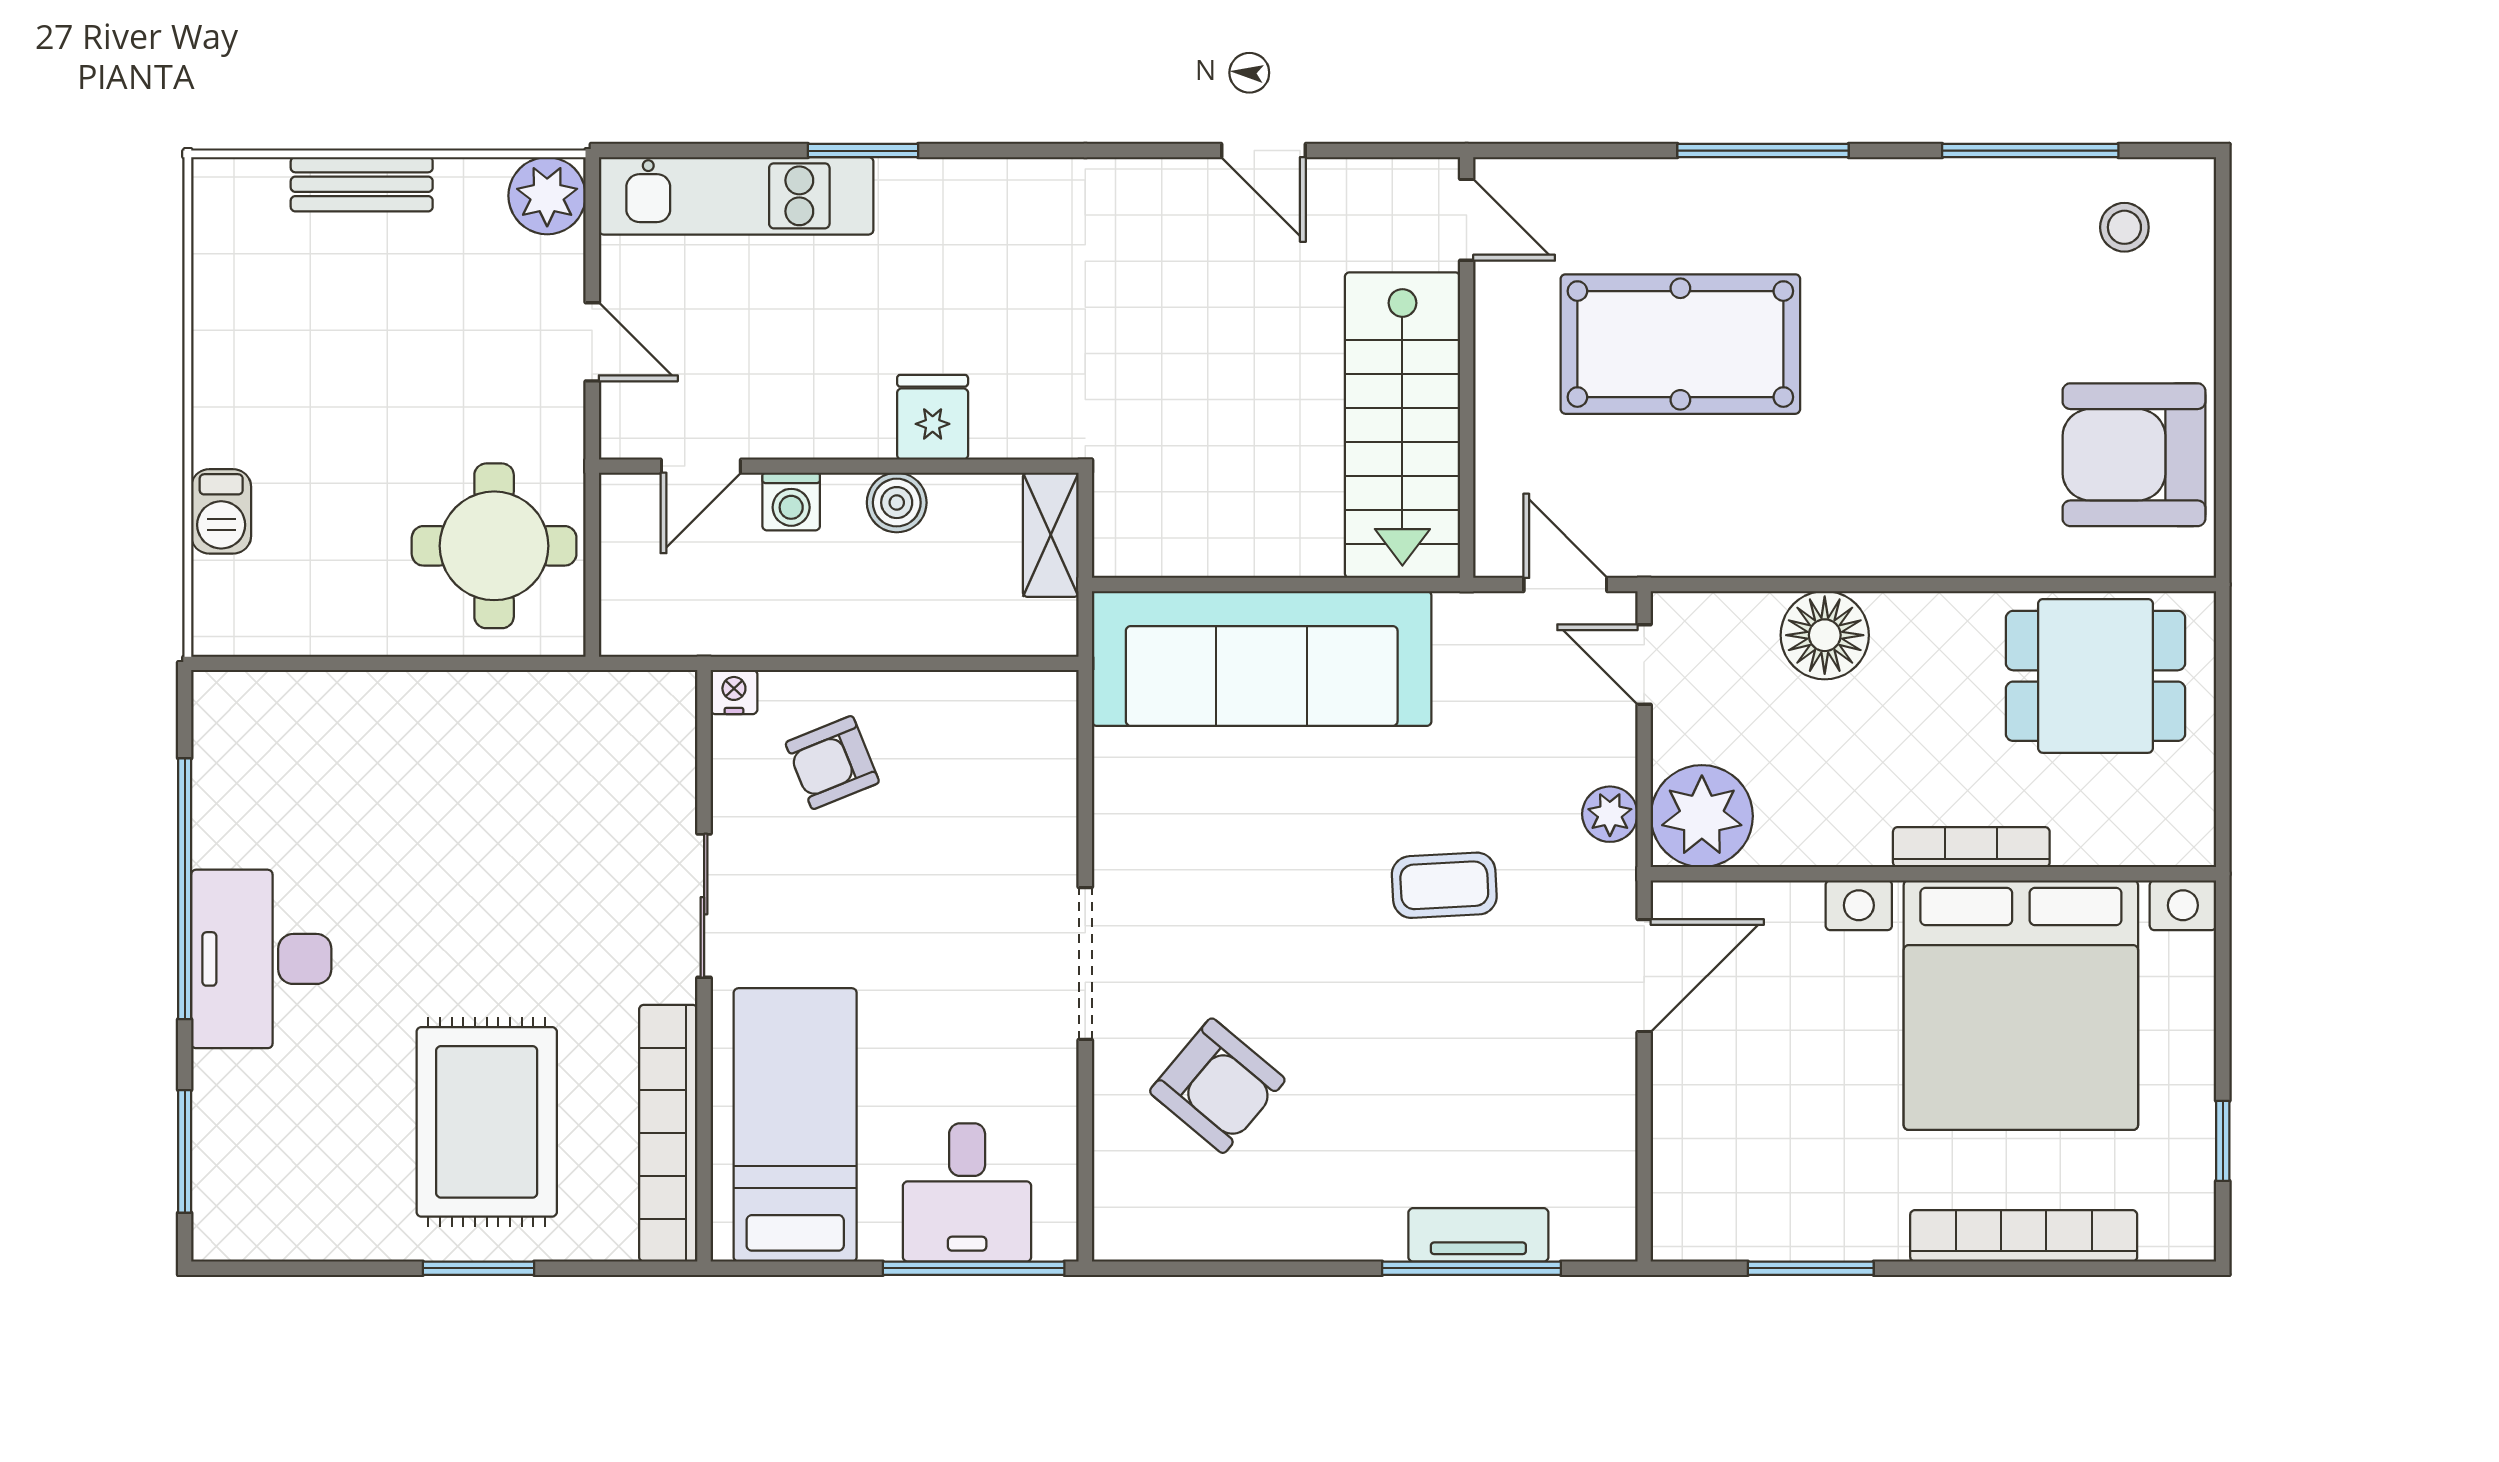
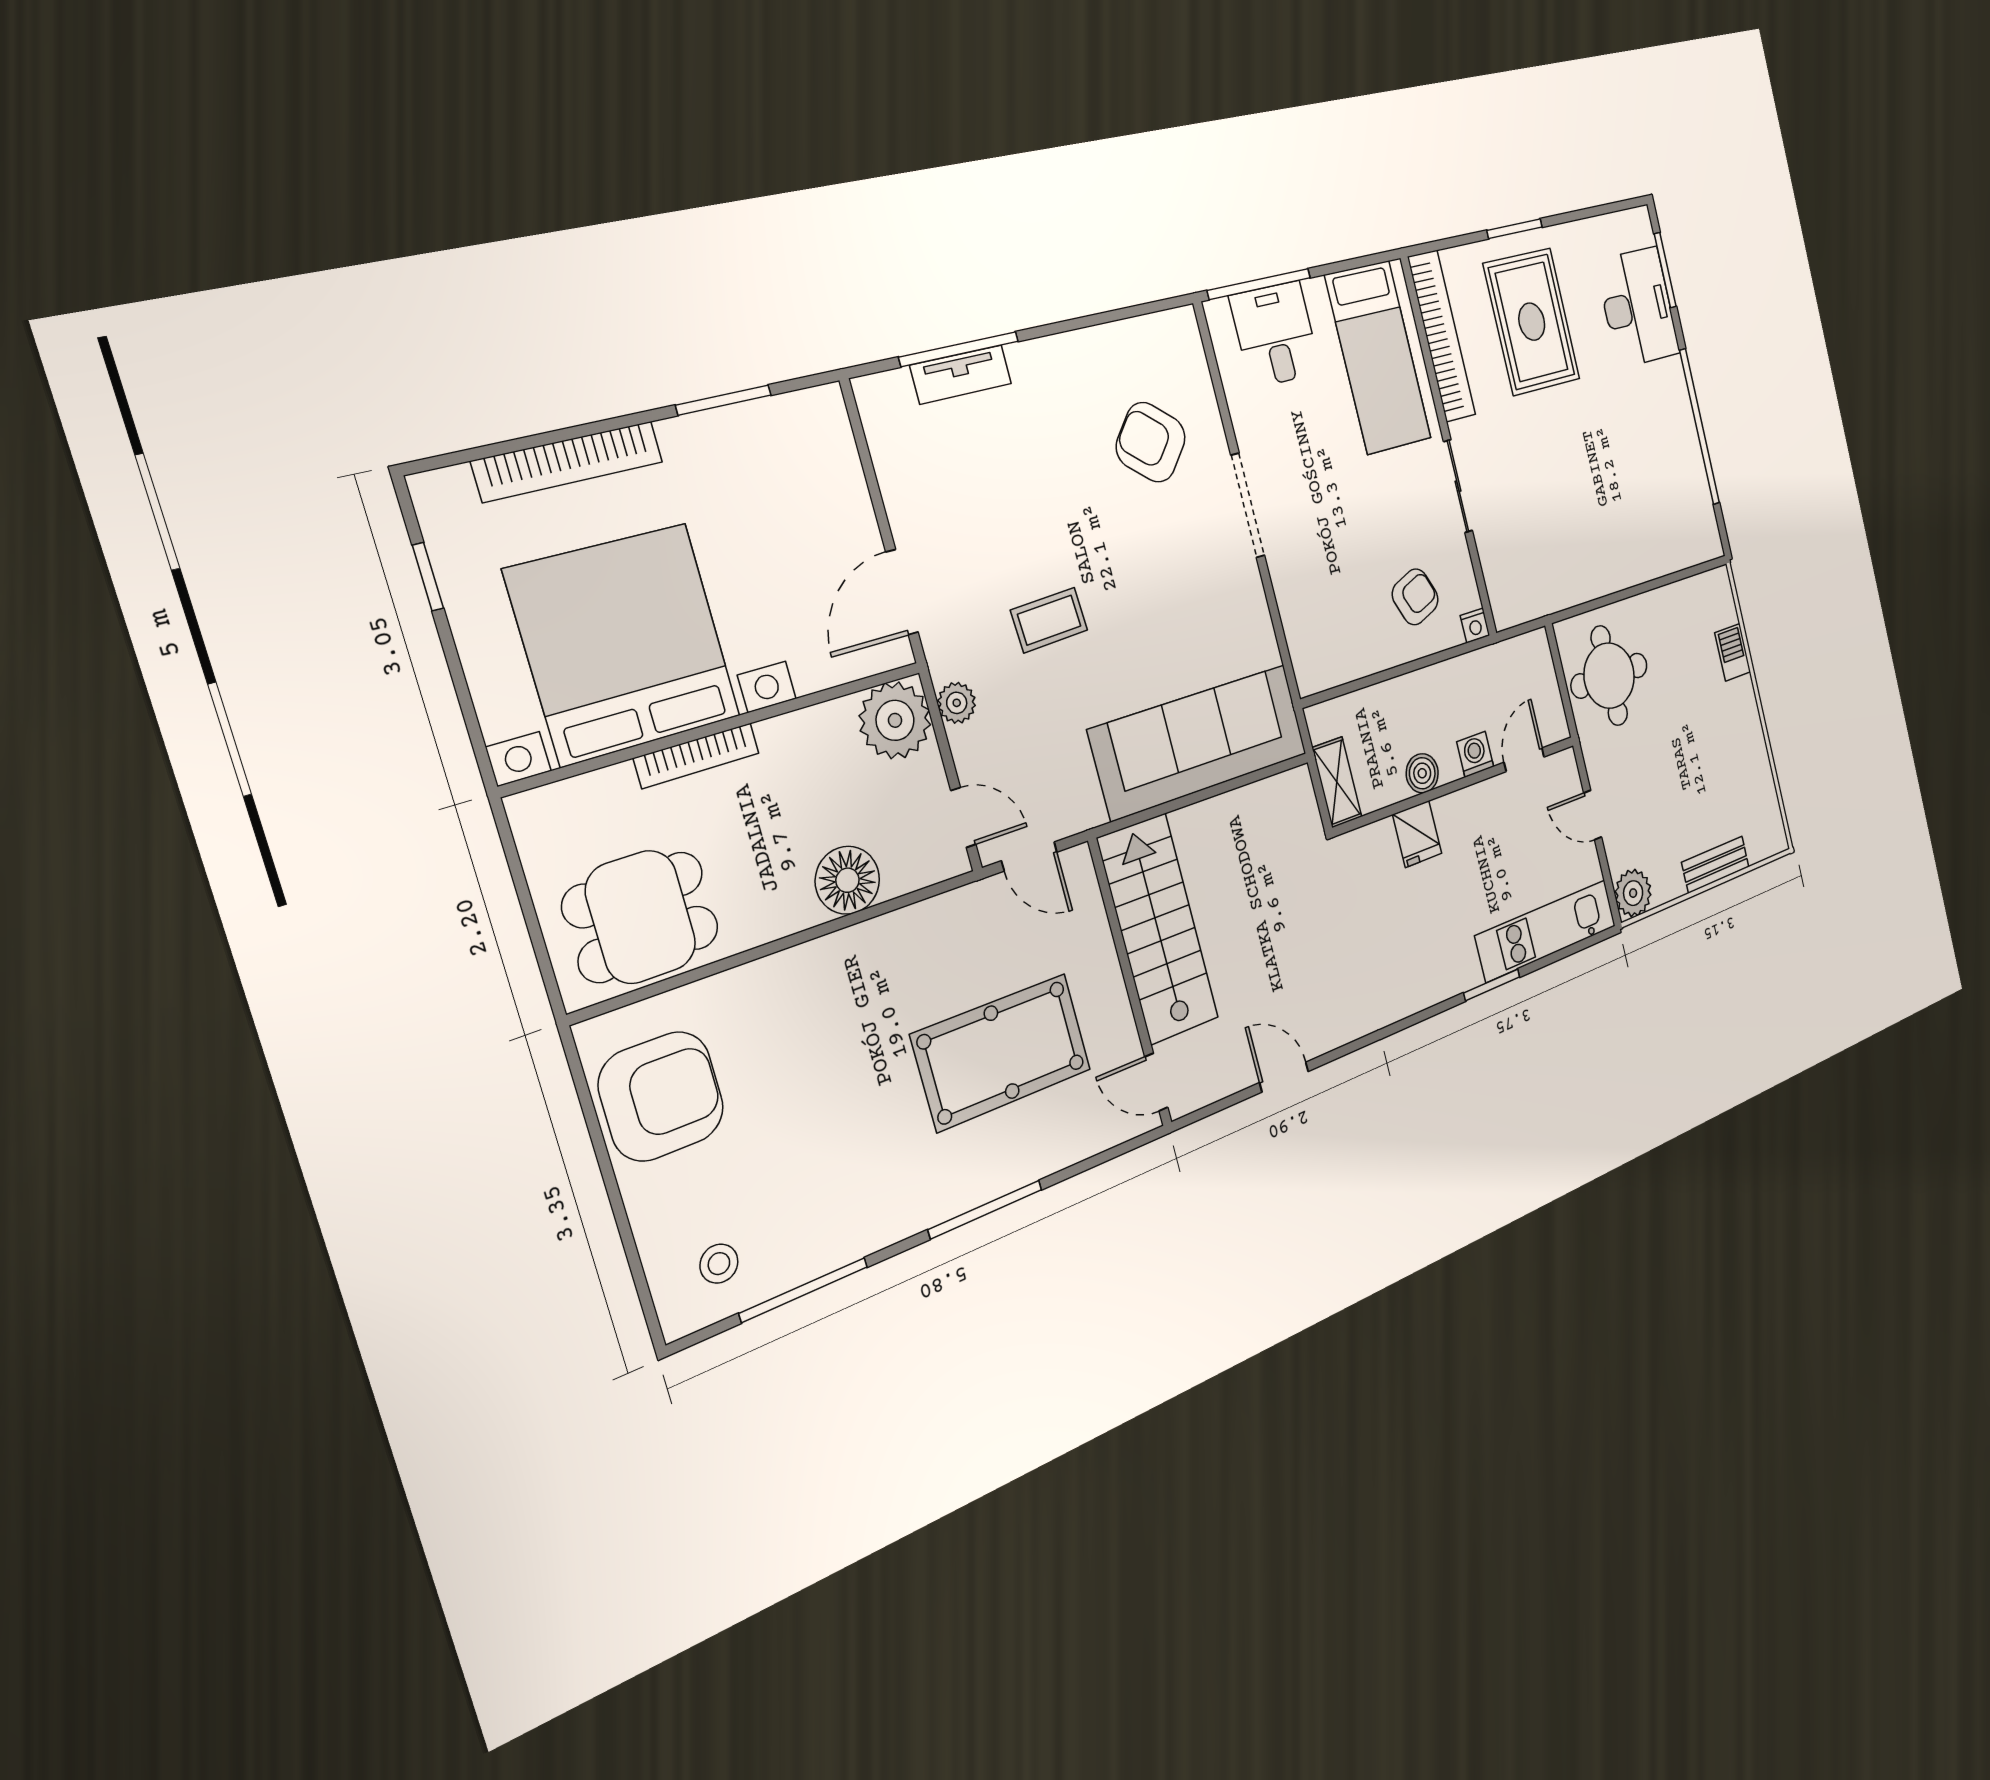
desk: (261, 959) -> (1638, 307), moved

